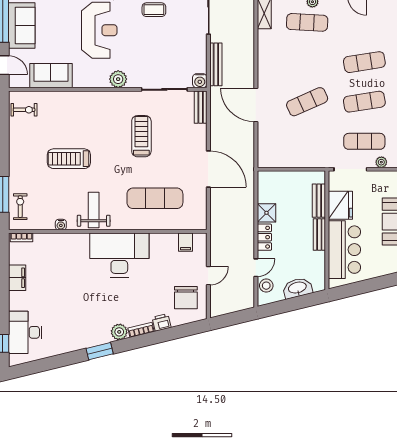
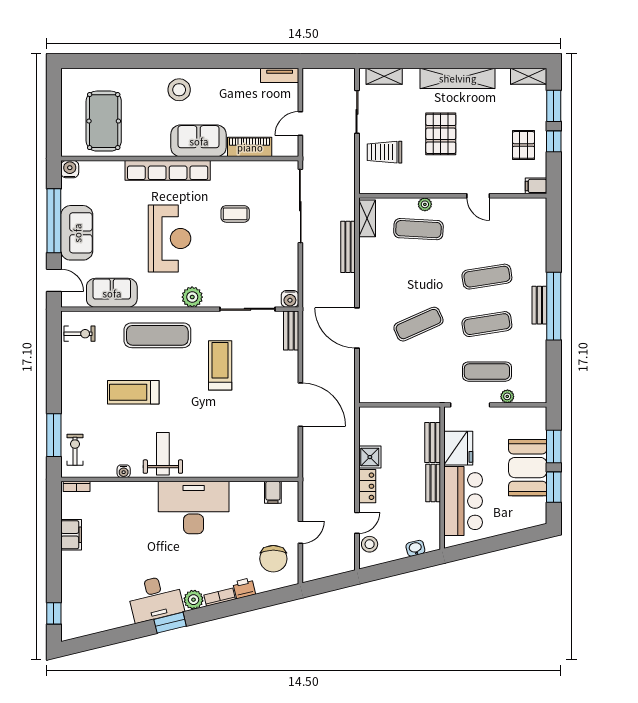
bench: (216, 64) -> (348, 247), moved
exercise mat: (155, 198) -> (157, 335), moved
washbasin: (297, 288) -> (415, 548), width x0.52, depth x0.69
desk: (25, 332) -> (155, 598), moved, turned -104

